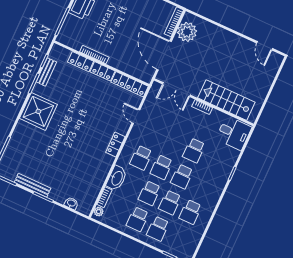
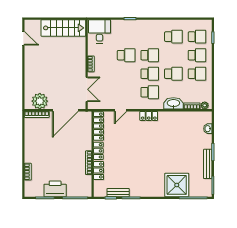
door: (265, 46) -> (23, 38), hinge flipped
stairs: (226, 100) -> (63, 28), moved, turned -90
shower: (38, 111) -> (177, 185), moved
school desk: (170, 203) -> (197, 37), moved

